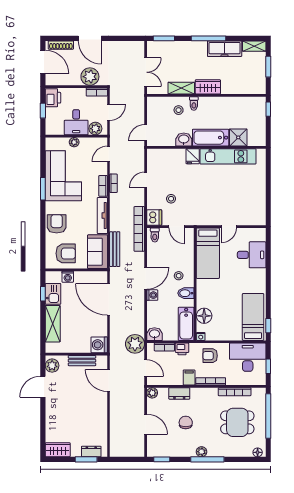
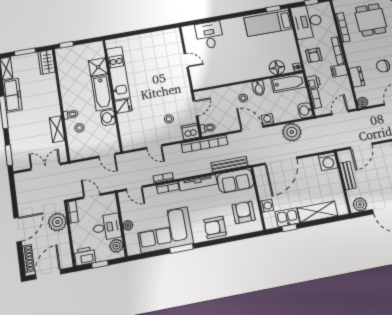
wardrobe: (208, 87) -> (47, 62), moved
plant: (95, 129) -> (116, 246), moved
bed: (208, 253) -> (216, 75), removed
plant: (135, 344) -> (292, 132), moved

